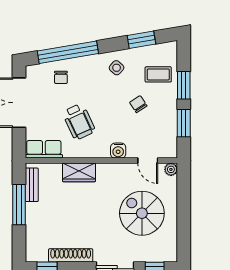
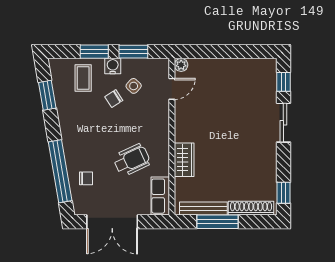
side table: (117, 68) -> (134, 86), moved
water cooler: (118, 151) -> (113, 66), moved, turned -90
bench: (32, 185) -> (203, 208), width x1.36
spiral stairs: (142, 213) -> (226, 95), removed
shoe rack: (71, 255) -> (251, 208), moved, turned 90

